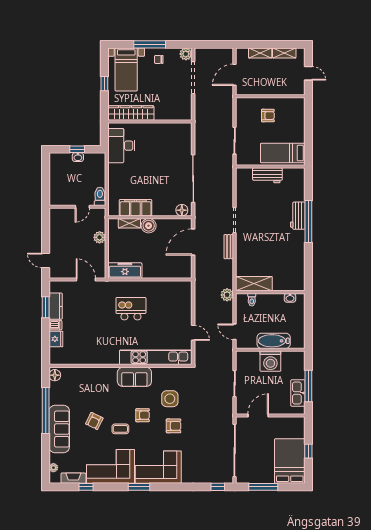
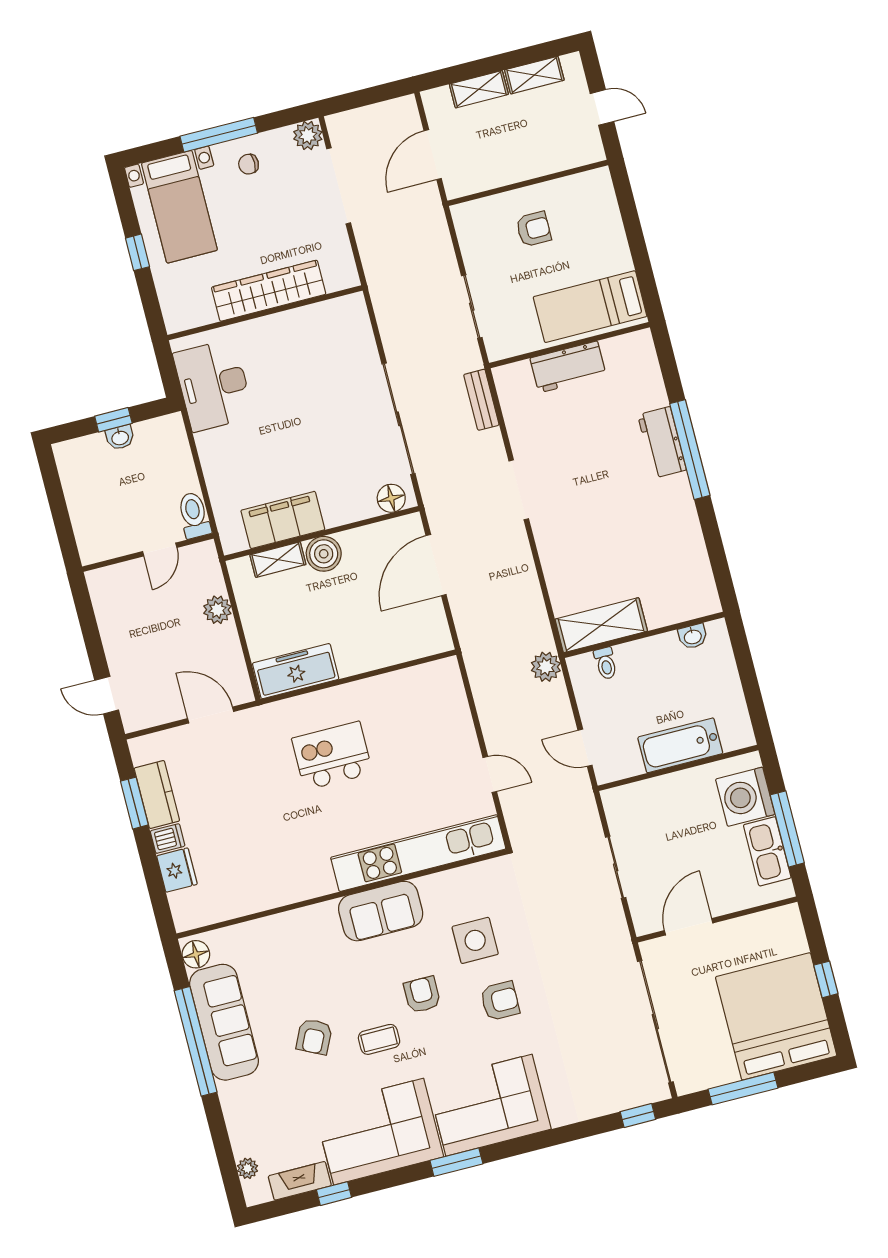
wardrobe: (131, 113) -> (269, 291), moved
bench: (229, 247) -> (481, 400), moved
washing machine: (270, 361) -> (745, 797), moved, turned 90
armchair: (143, 415) -> (422, 995), turned -90
sofa: (59, 429) -> (224, 1022), moved
bed: (290, 461) -> (776, 1016), width x1.36

